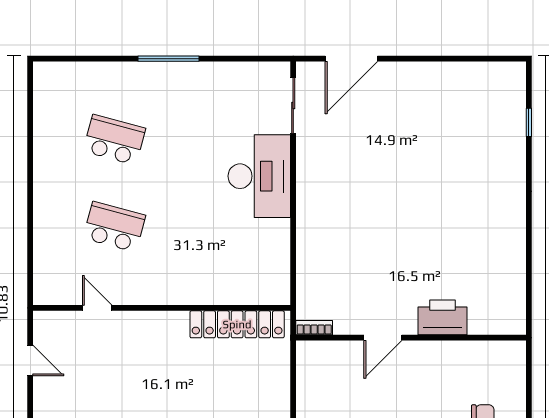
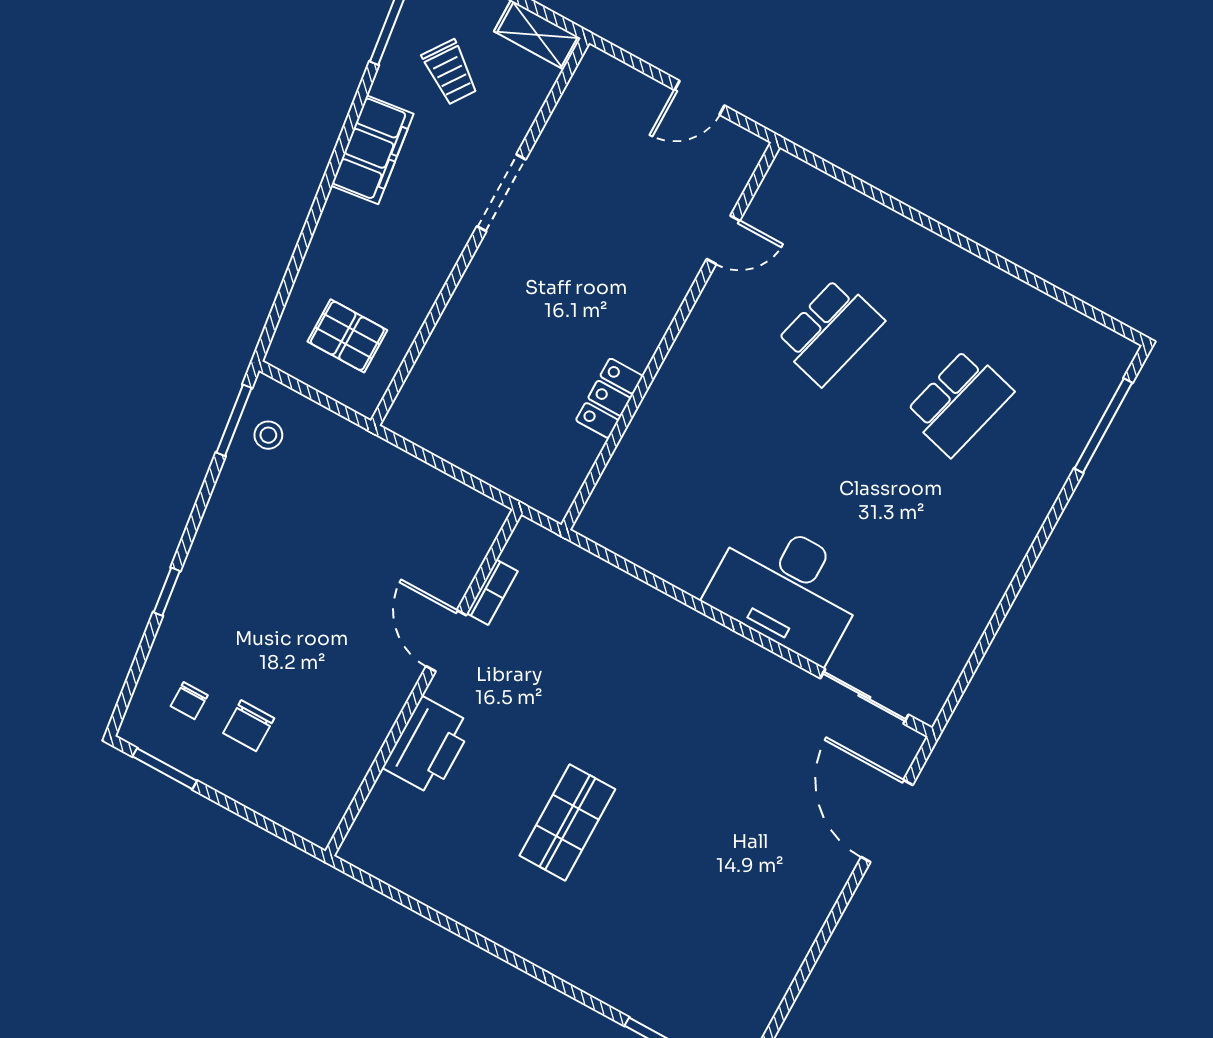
window: (168, 59) -> (1103, 426), moved
shop shelf: (443, 224) -> (567, 822), added
locker: (237, 324) -> (609, 398), width x0.46, depth x0.83
bookcase: (314, 328) -> (492, 592), moved

